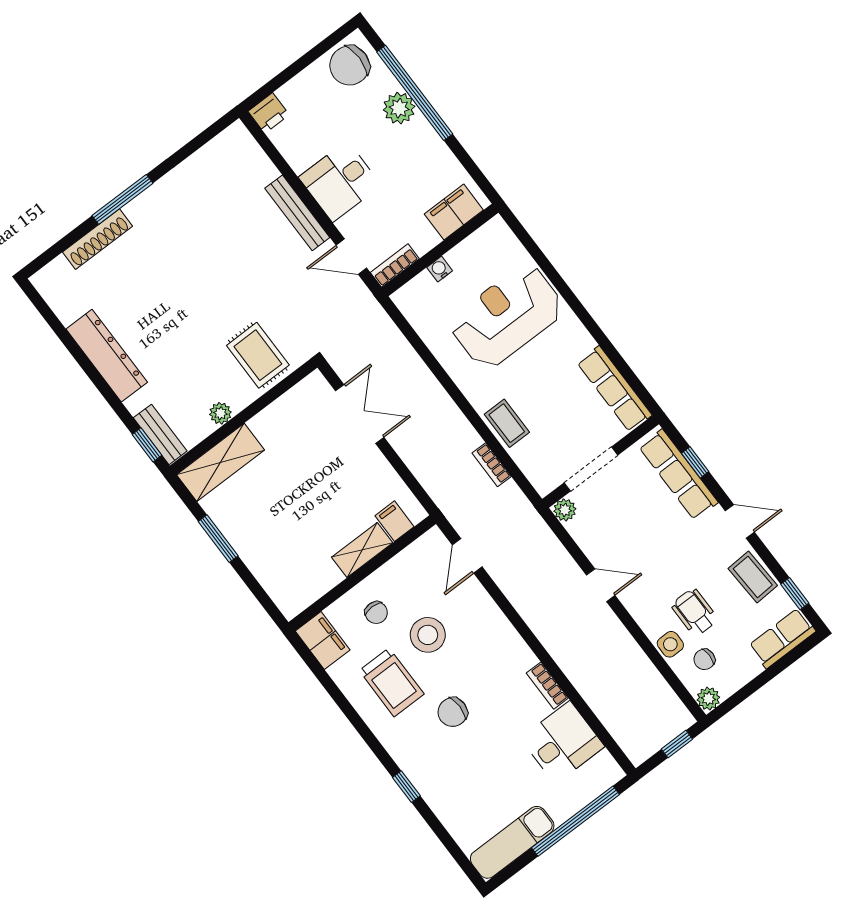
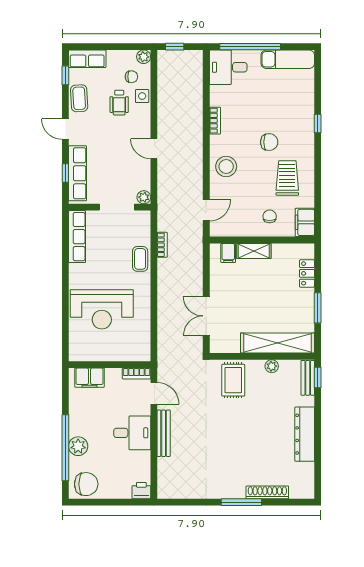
water cooler: (440, 269) -> (117, 356), removed
shelving: (220, 462) -> (278, 343), width x1.47
locker: (268, 574) -> (307, 273), added
stool: (428, 635) -> (226, 166), moved
desk: (562, 742) -> (228, 67), moved

